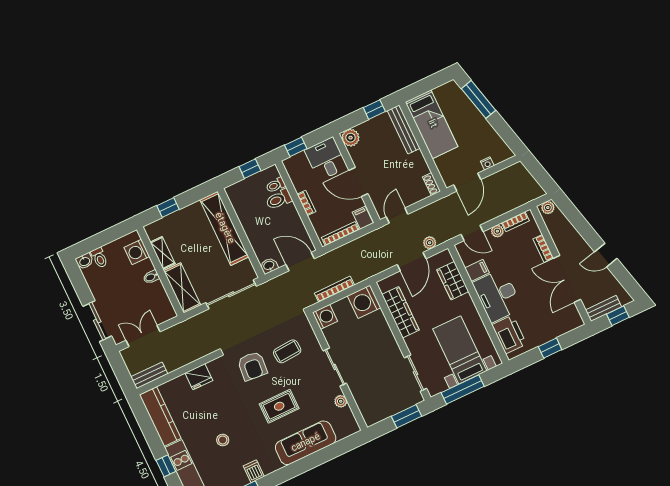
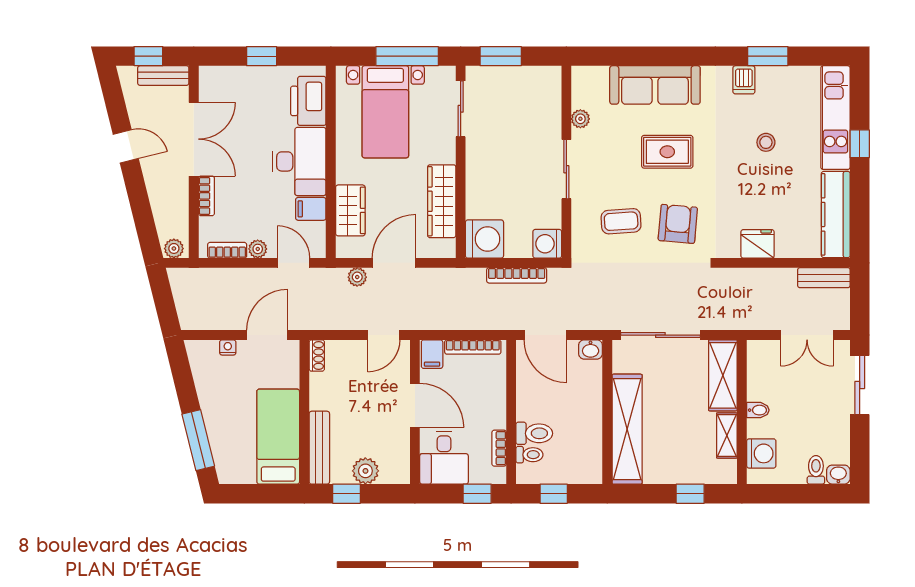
plant: (351, 138) -> (365, 471), moved
bookcase: (306, 203) -> (499, 448), moved

